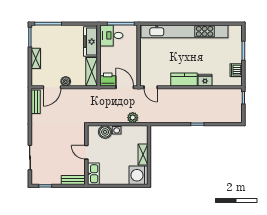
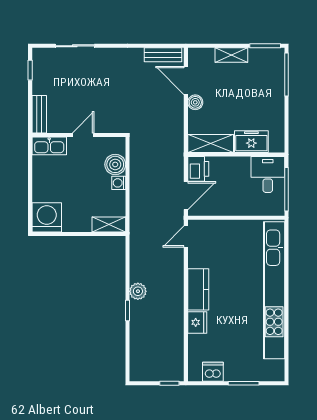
freezer: (91, 42) -> (251, 142), width x0.71
plant: (133, 118) -> (138, 291), moved
shelving: (143, 155) -> (109, 224), moved

